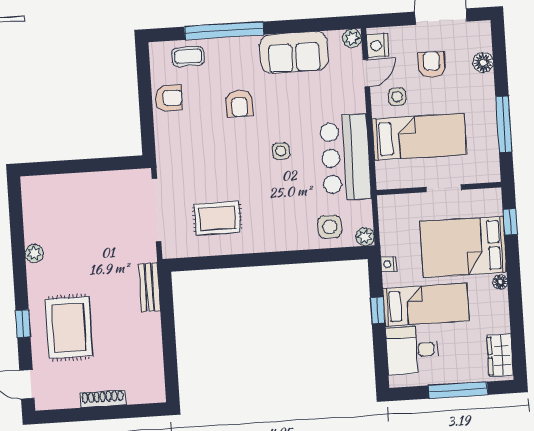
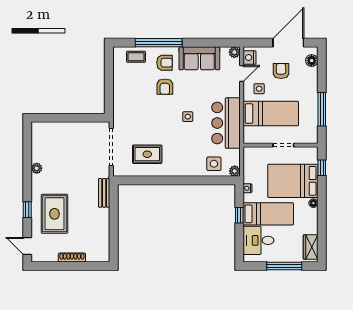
floor lamp: (483, 63) -> (312, 61), moved
armchair: (169, 98) -> (164, 63), moved

